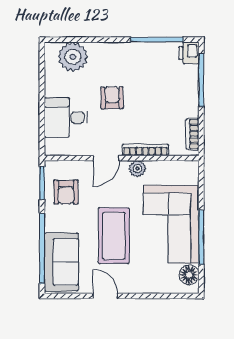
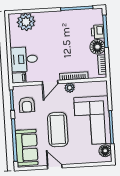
printer: (189, 53) -> (98, 32), moved
armchair: (112, 98) -> (52, 45), removed
floor lamp: (187, 105) -> (97, 47), added
filing cabinet: (56, 147) -> (19, 78), added

